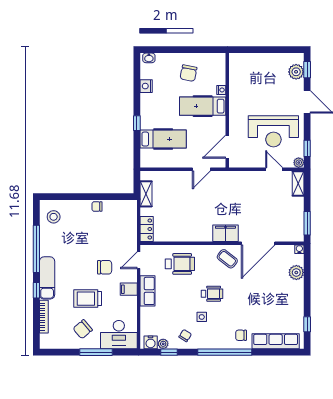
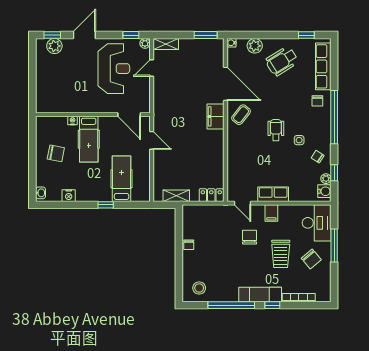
wheelchair: (180, 264) -> (282, 61), moved, turned -122

